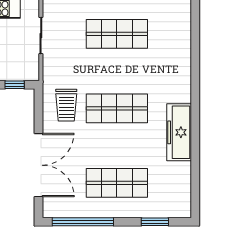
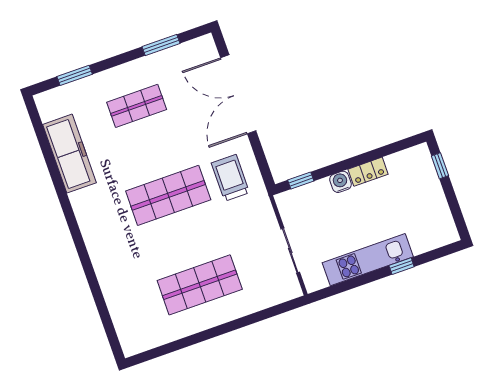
freezer: (179, 132) -> (69, 154), moved
shop shelf: (117, 183) -> (137, 106), width x0.70, depth x0.74
window: (83, 222) -> (161, 45), width x0.47

